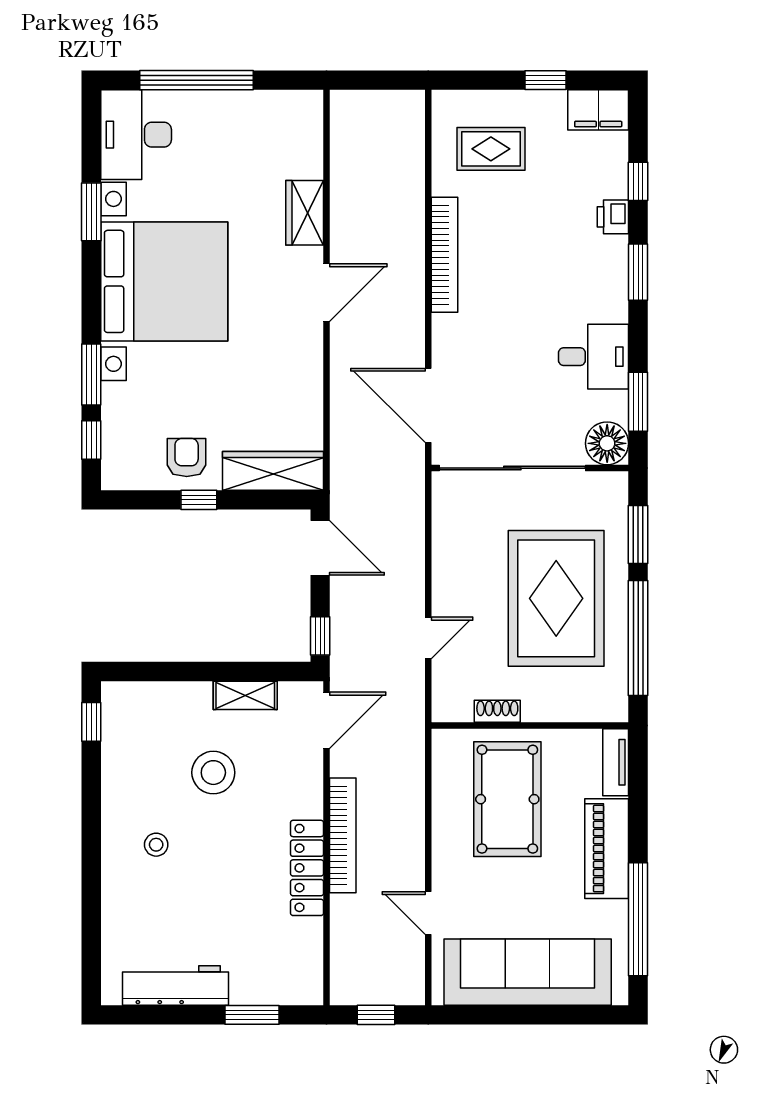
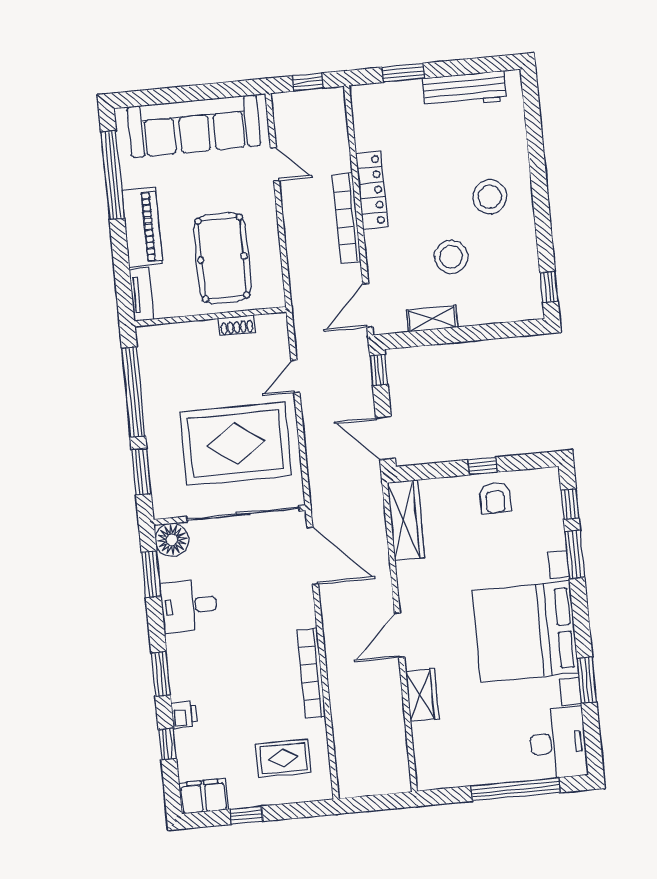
wardrobe: (273, 471) -> (406, 520), moved, turned -90
rug: (556, 598) -> (236, 444), moved, turned 90
stool: (156, 845) -> (490, 197), width x1.89, depth x1.89

